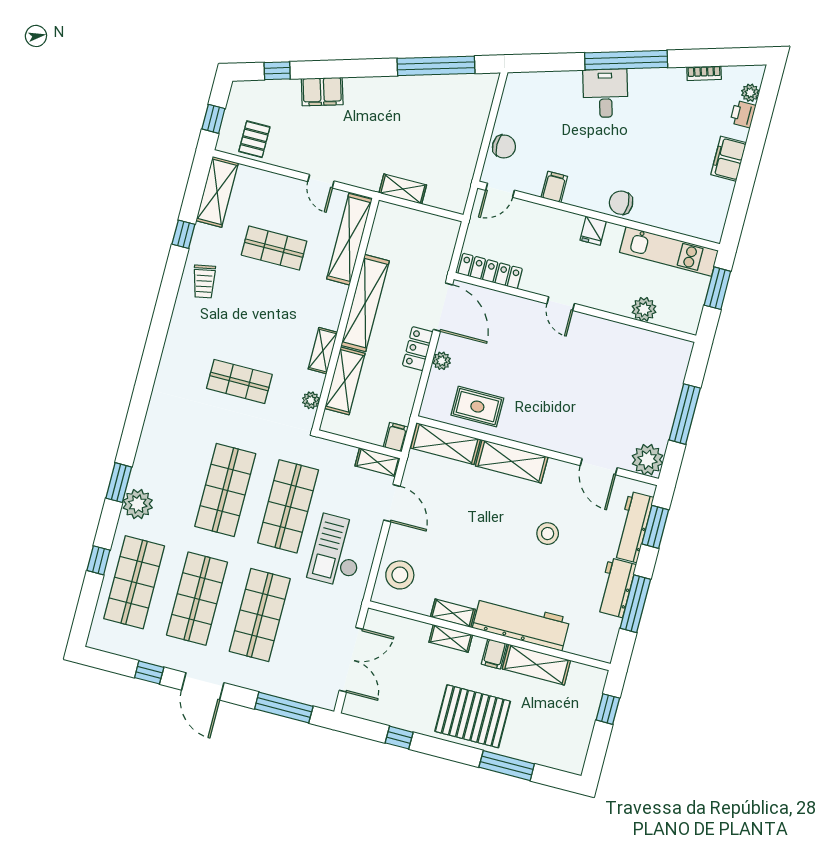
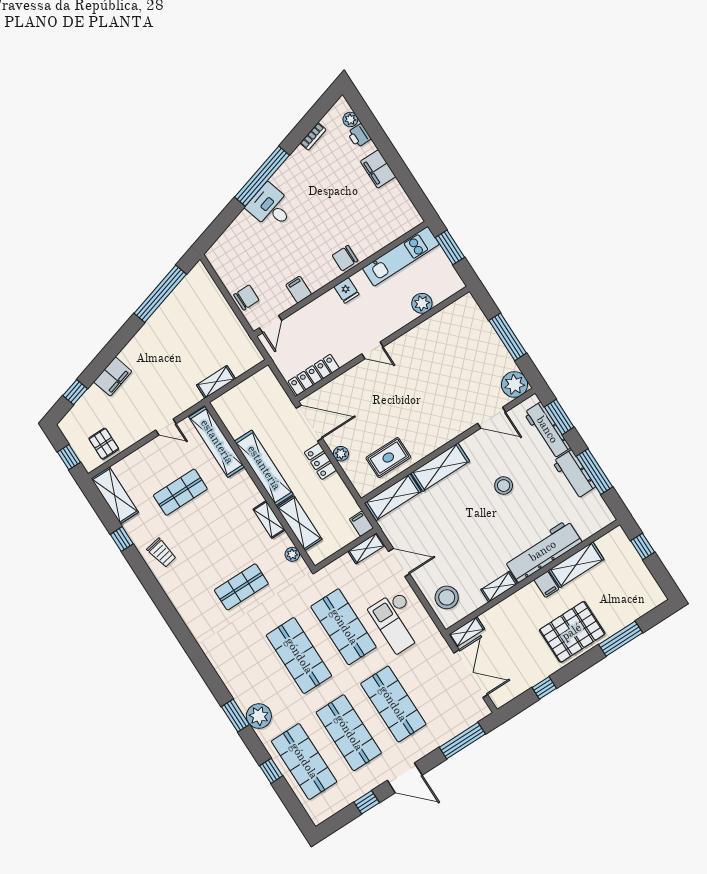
shelving: (451, 638) -> (467, 632), moved

